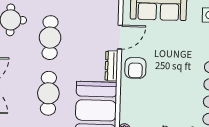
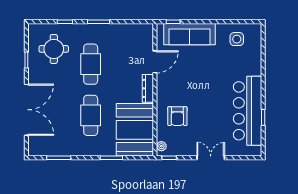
armchair: (135, 68) -> (177, 116), moved

